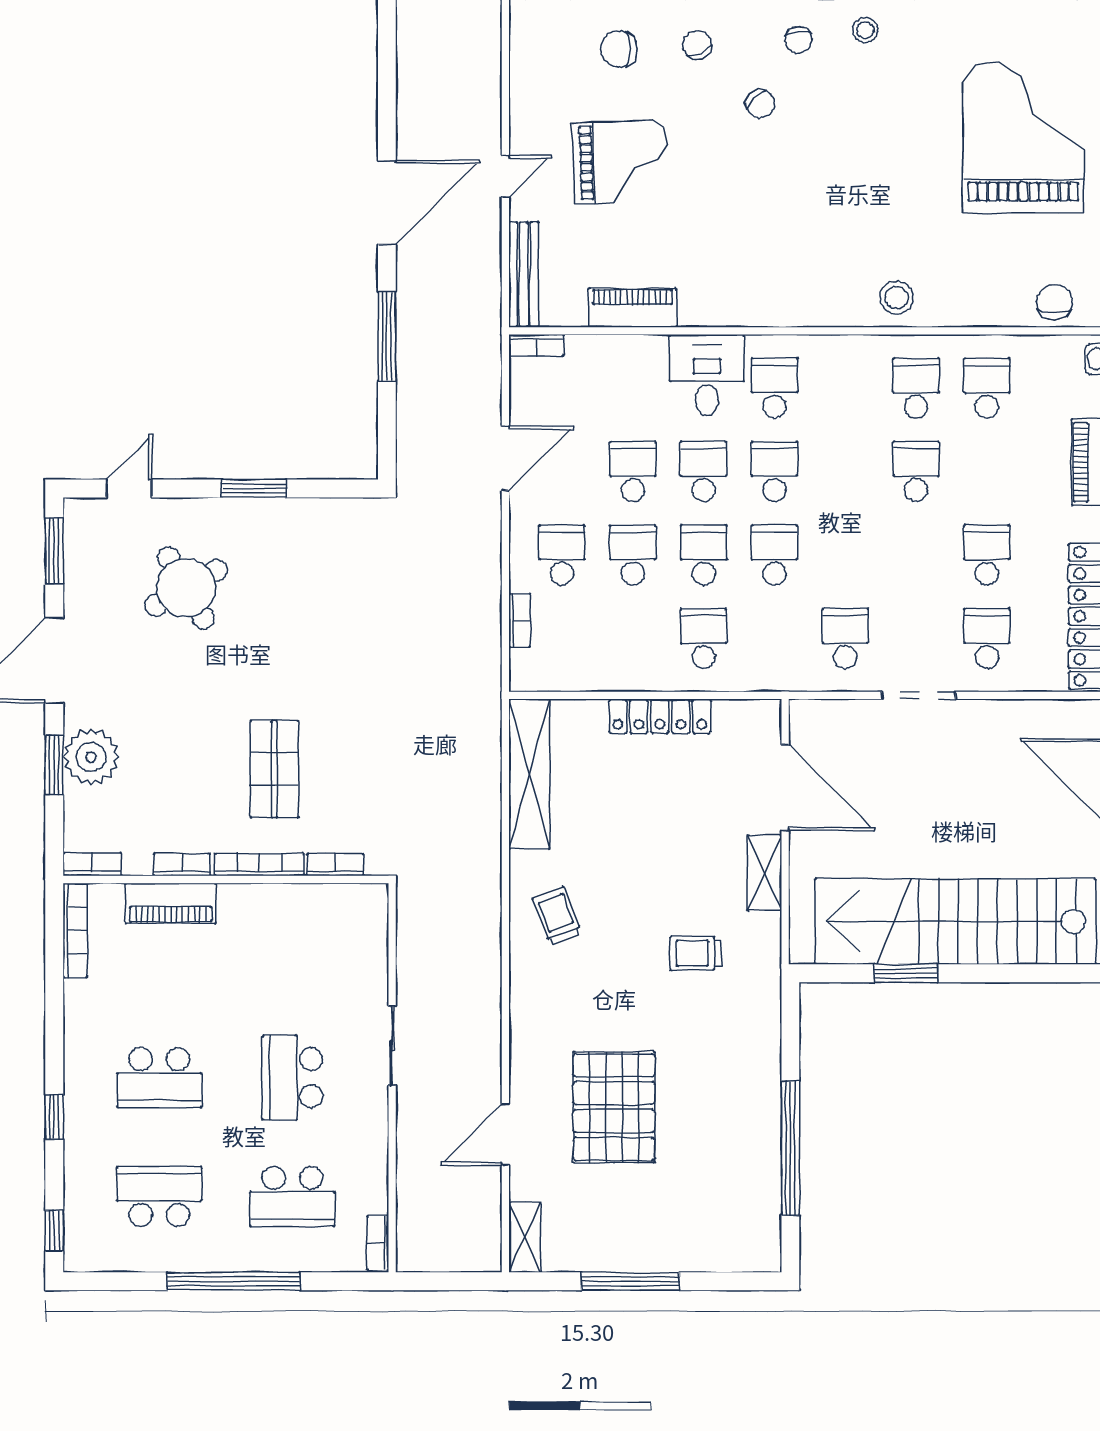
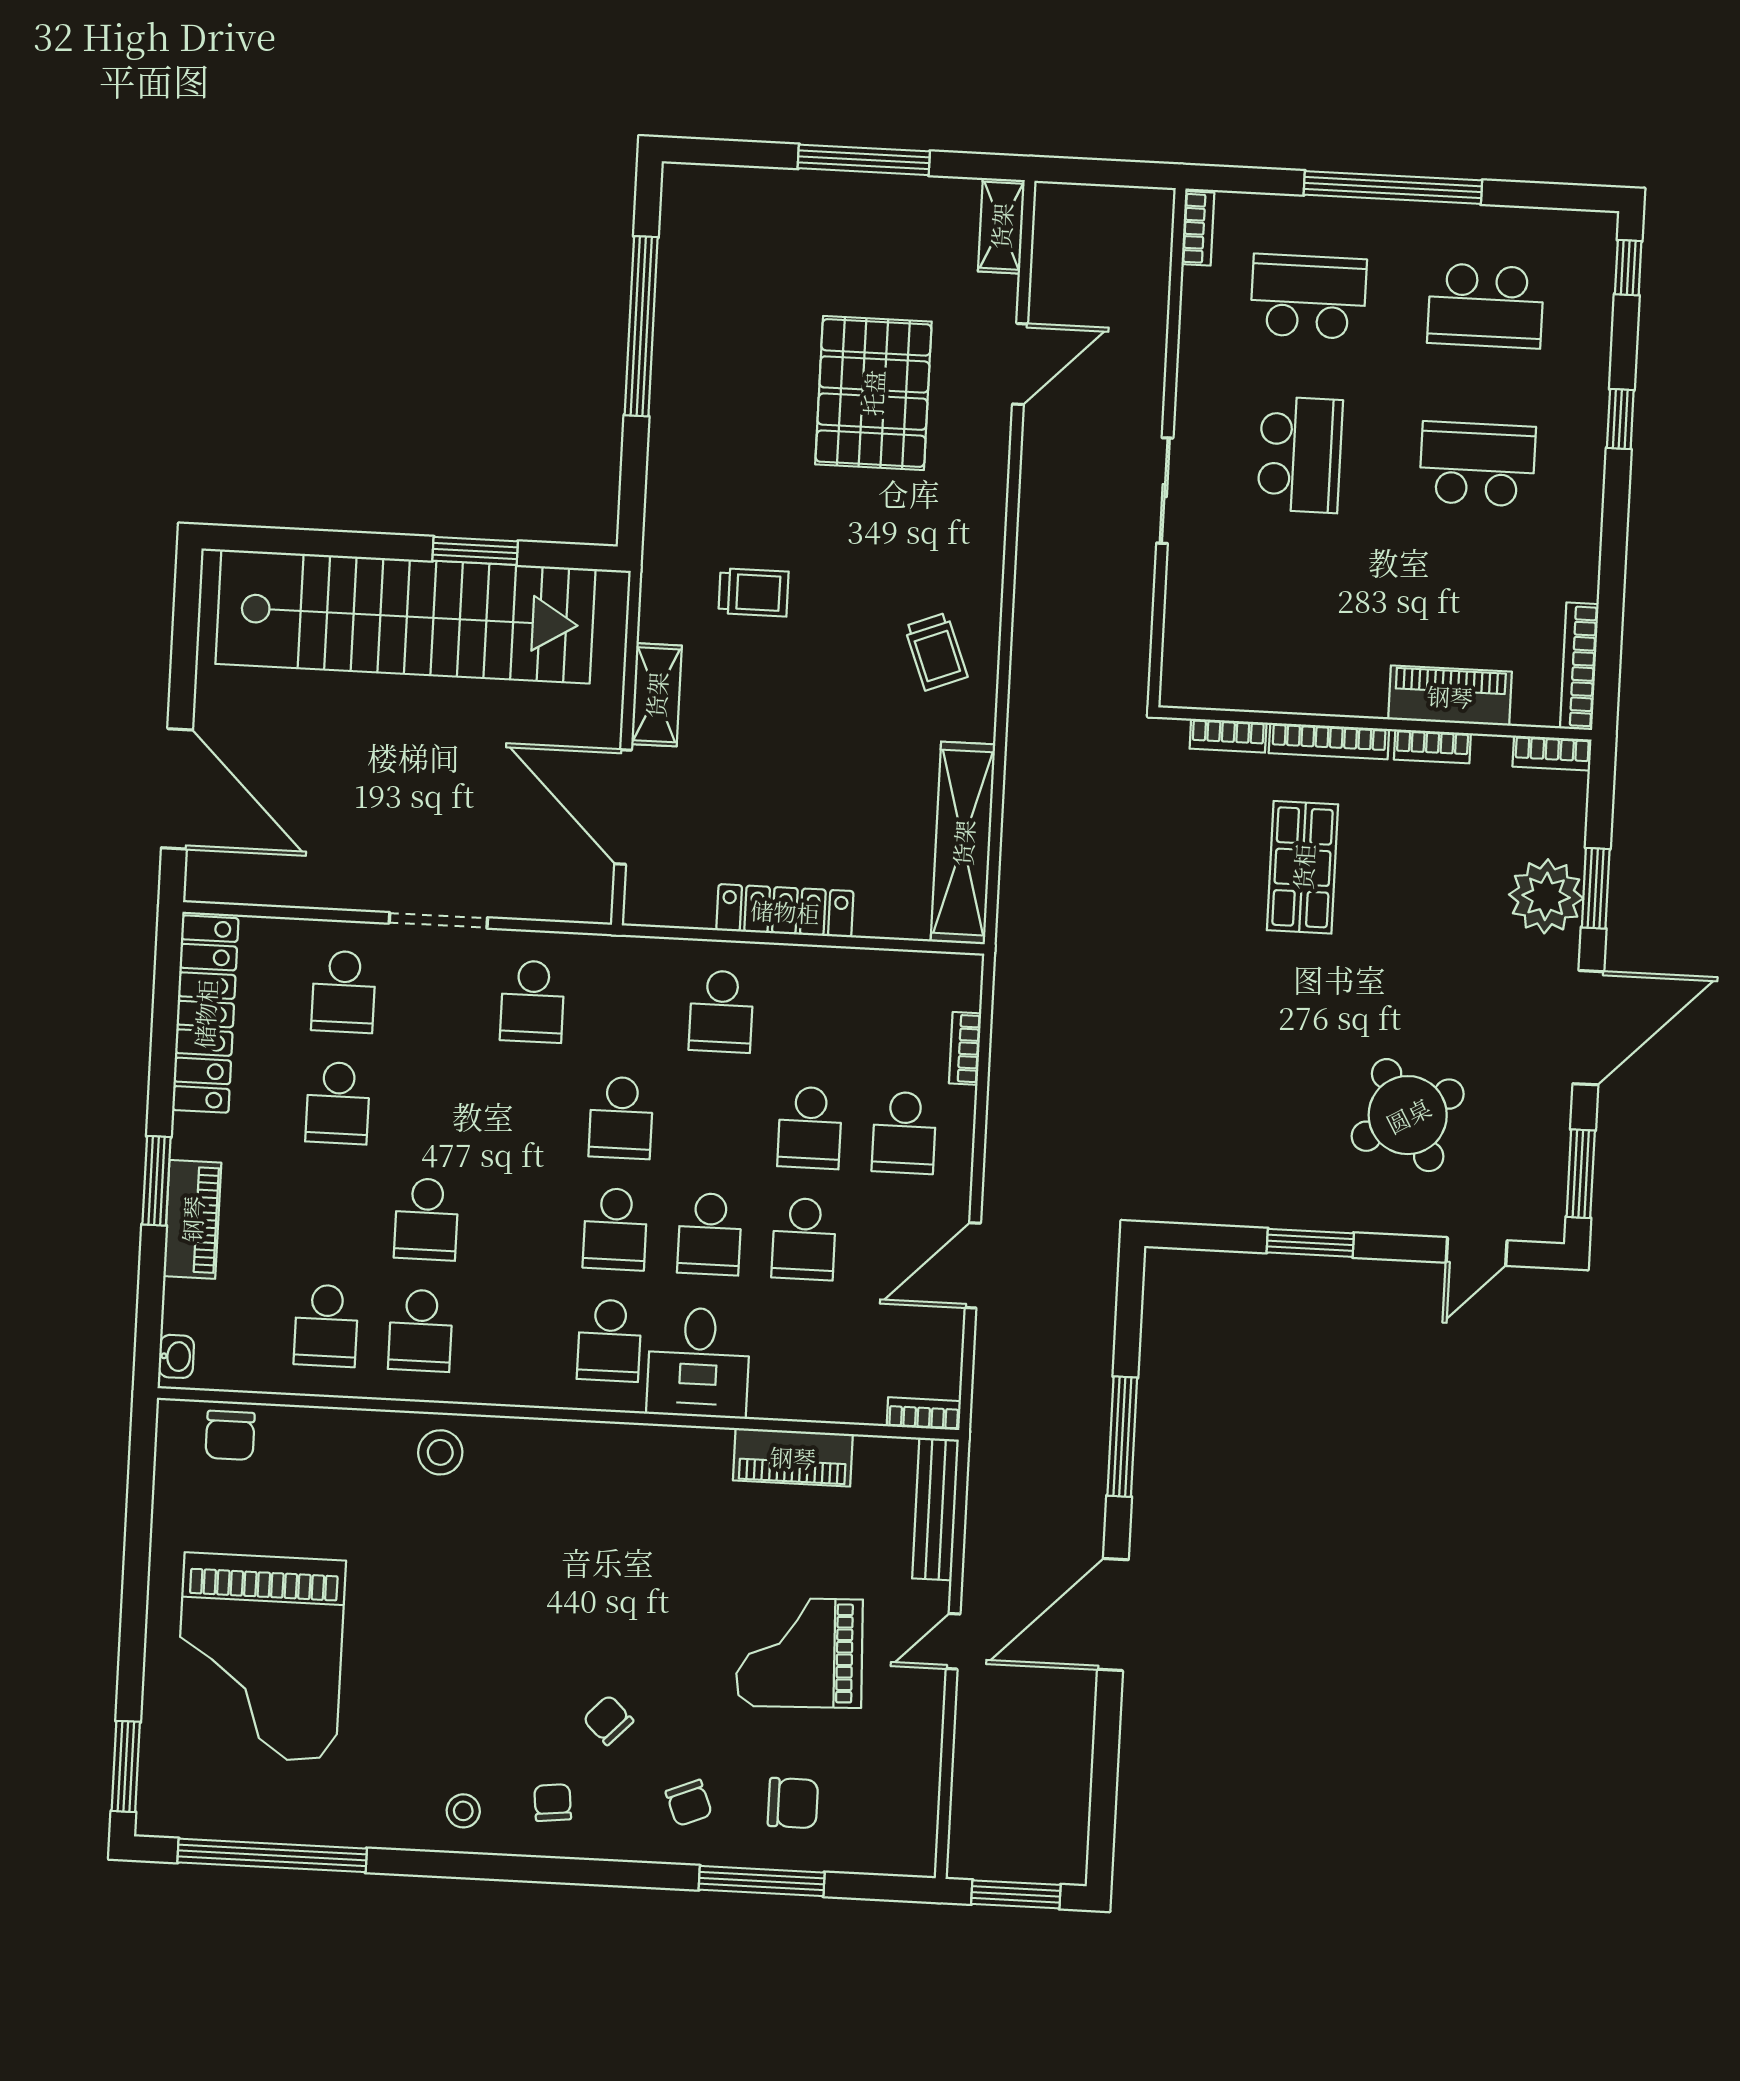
school desk: (704, 555) -> (715, 1123), removed

